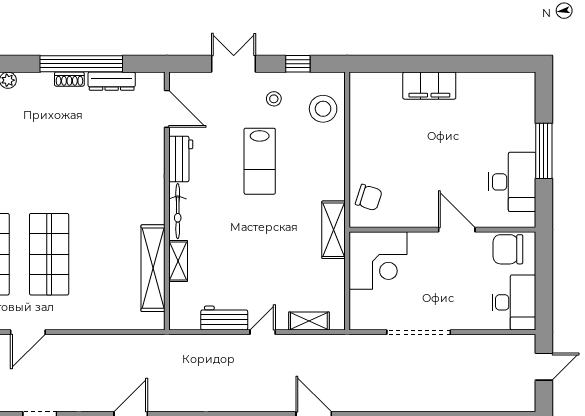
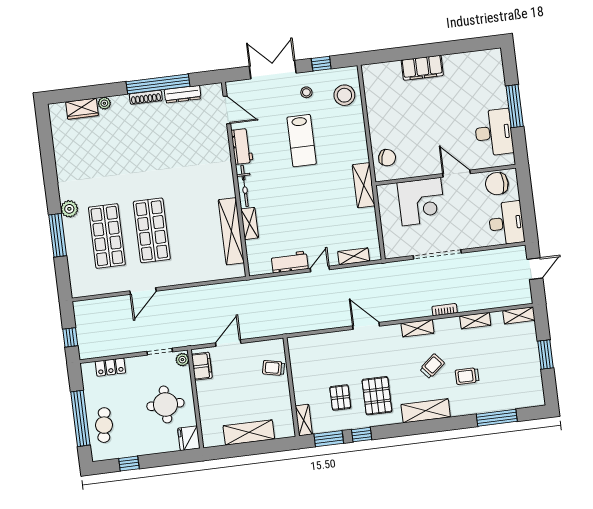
double door: (234, 64) -> (273, 70), width x1.37
shoe rack: (69, 79) -> (146, 97), width x1.43
corner desk: (378, 261) -> (421, 202), moved
bookcase: (419, 406) -> (445, 310), added

